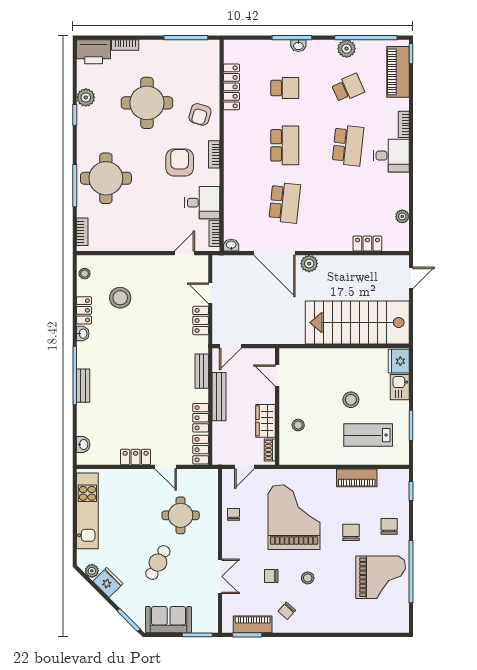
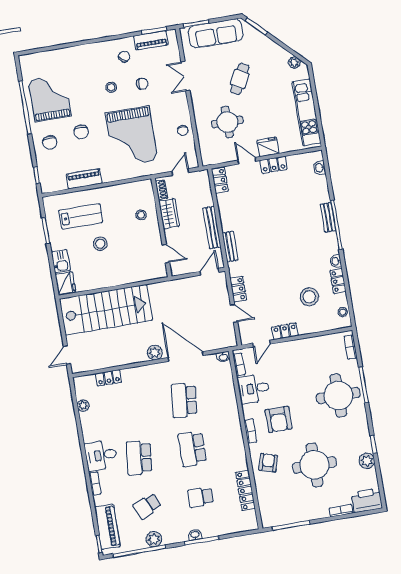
locker: (201, 418) -> (285, 331), moved, turned -90
grand piano: (381, 577) -> (50, 98), turned 90
fridge: (108, 582) -> (268, 147), moved, turned 135
sofa: (169, 620) -> (216, 33), width x1.36

